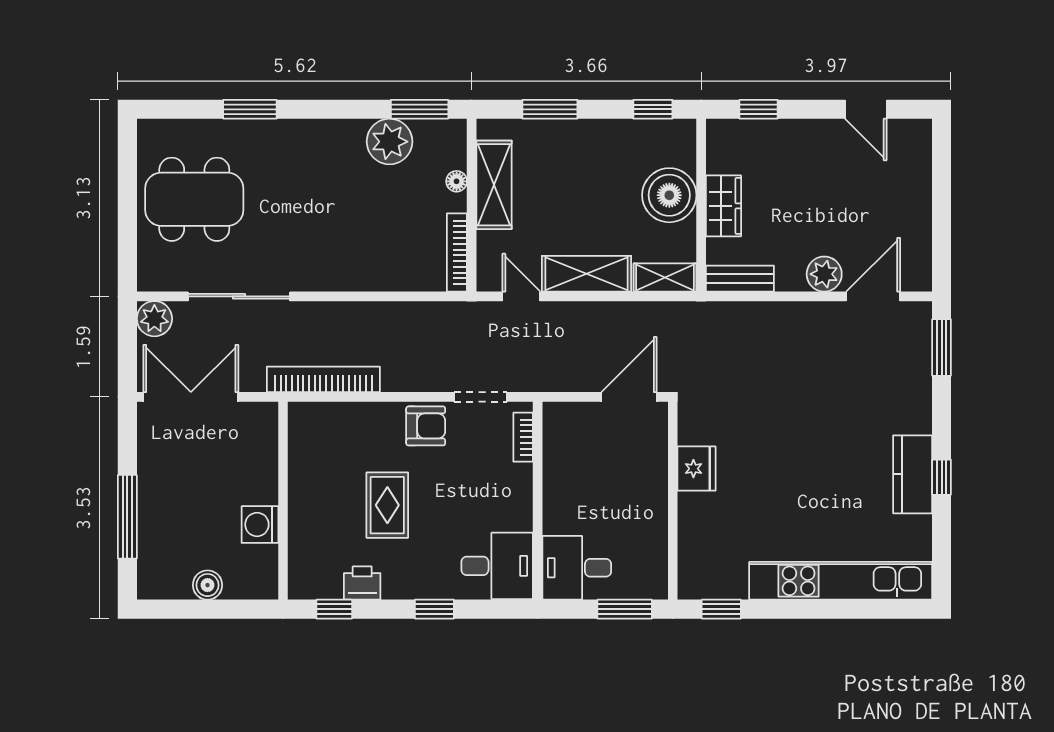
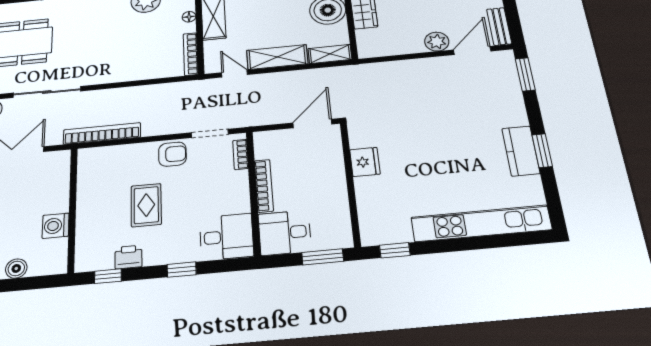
bench: (740, 279) -> (499, 26), moved, turned 90
window: (942, 477) -> (542, 151), width x1.50
bookcase: (553, 492) -> (264, 186), added

